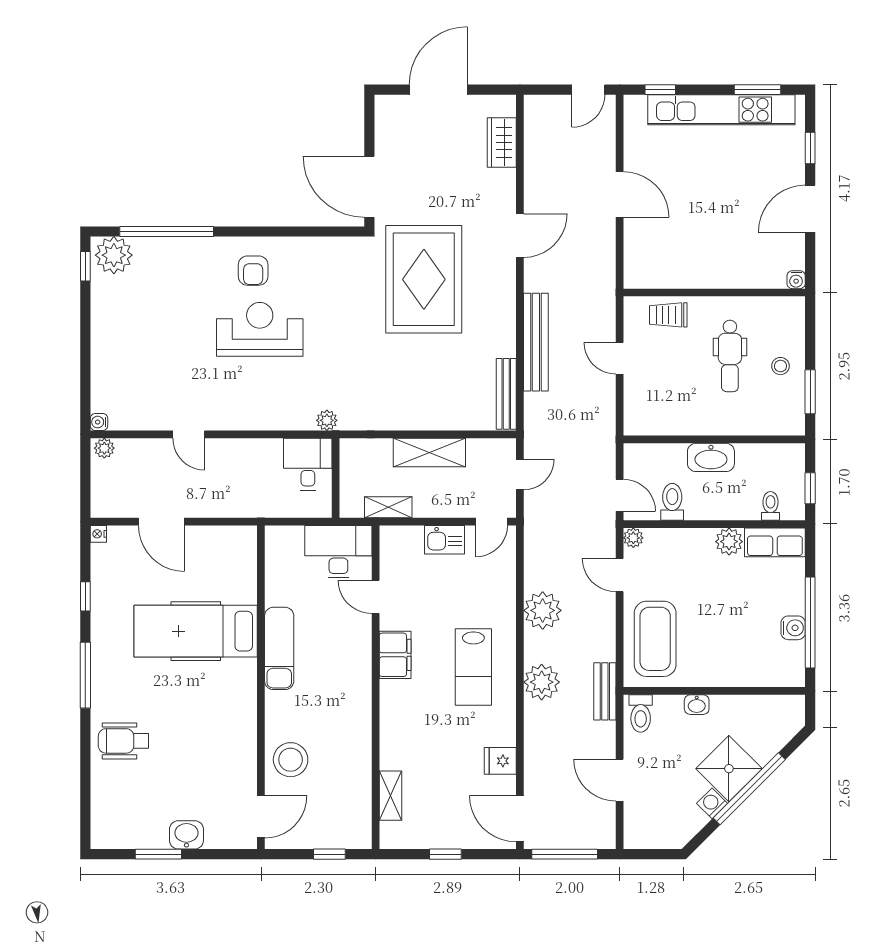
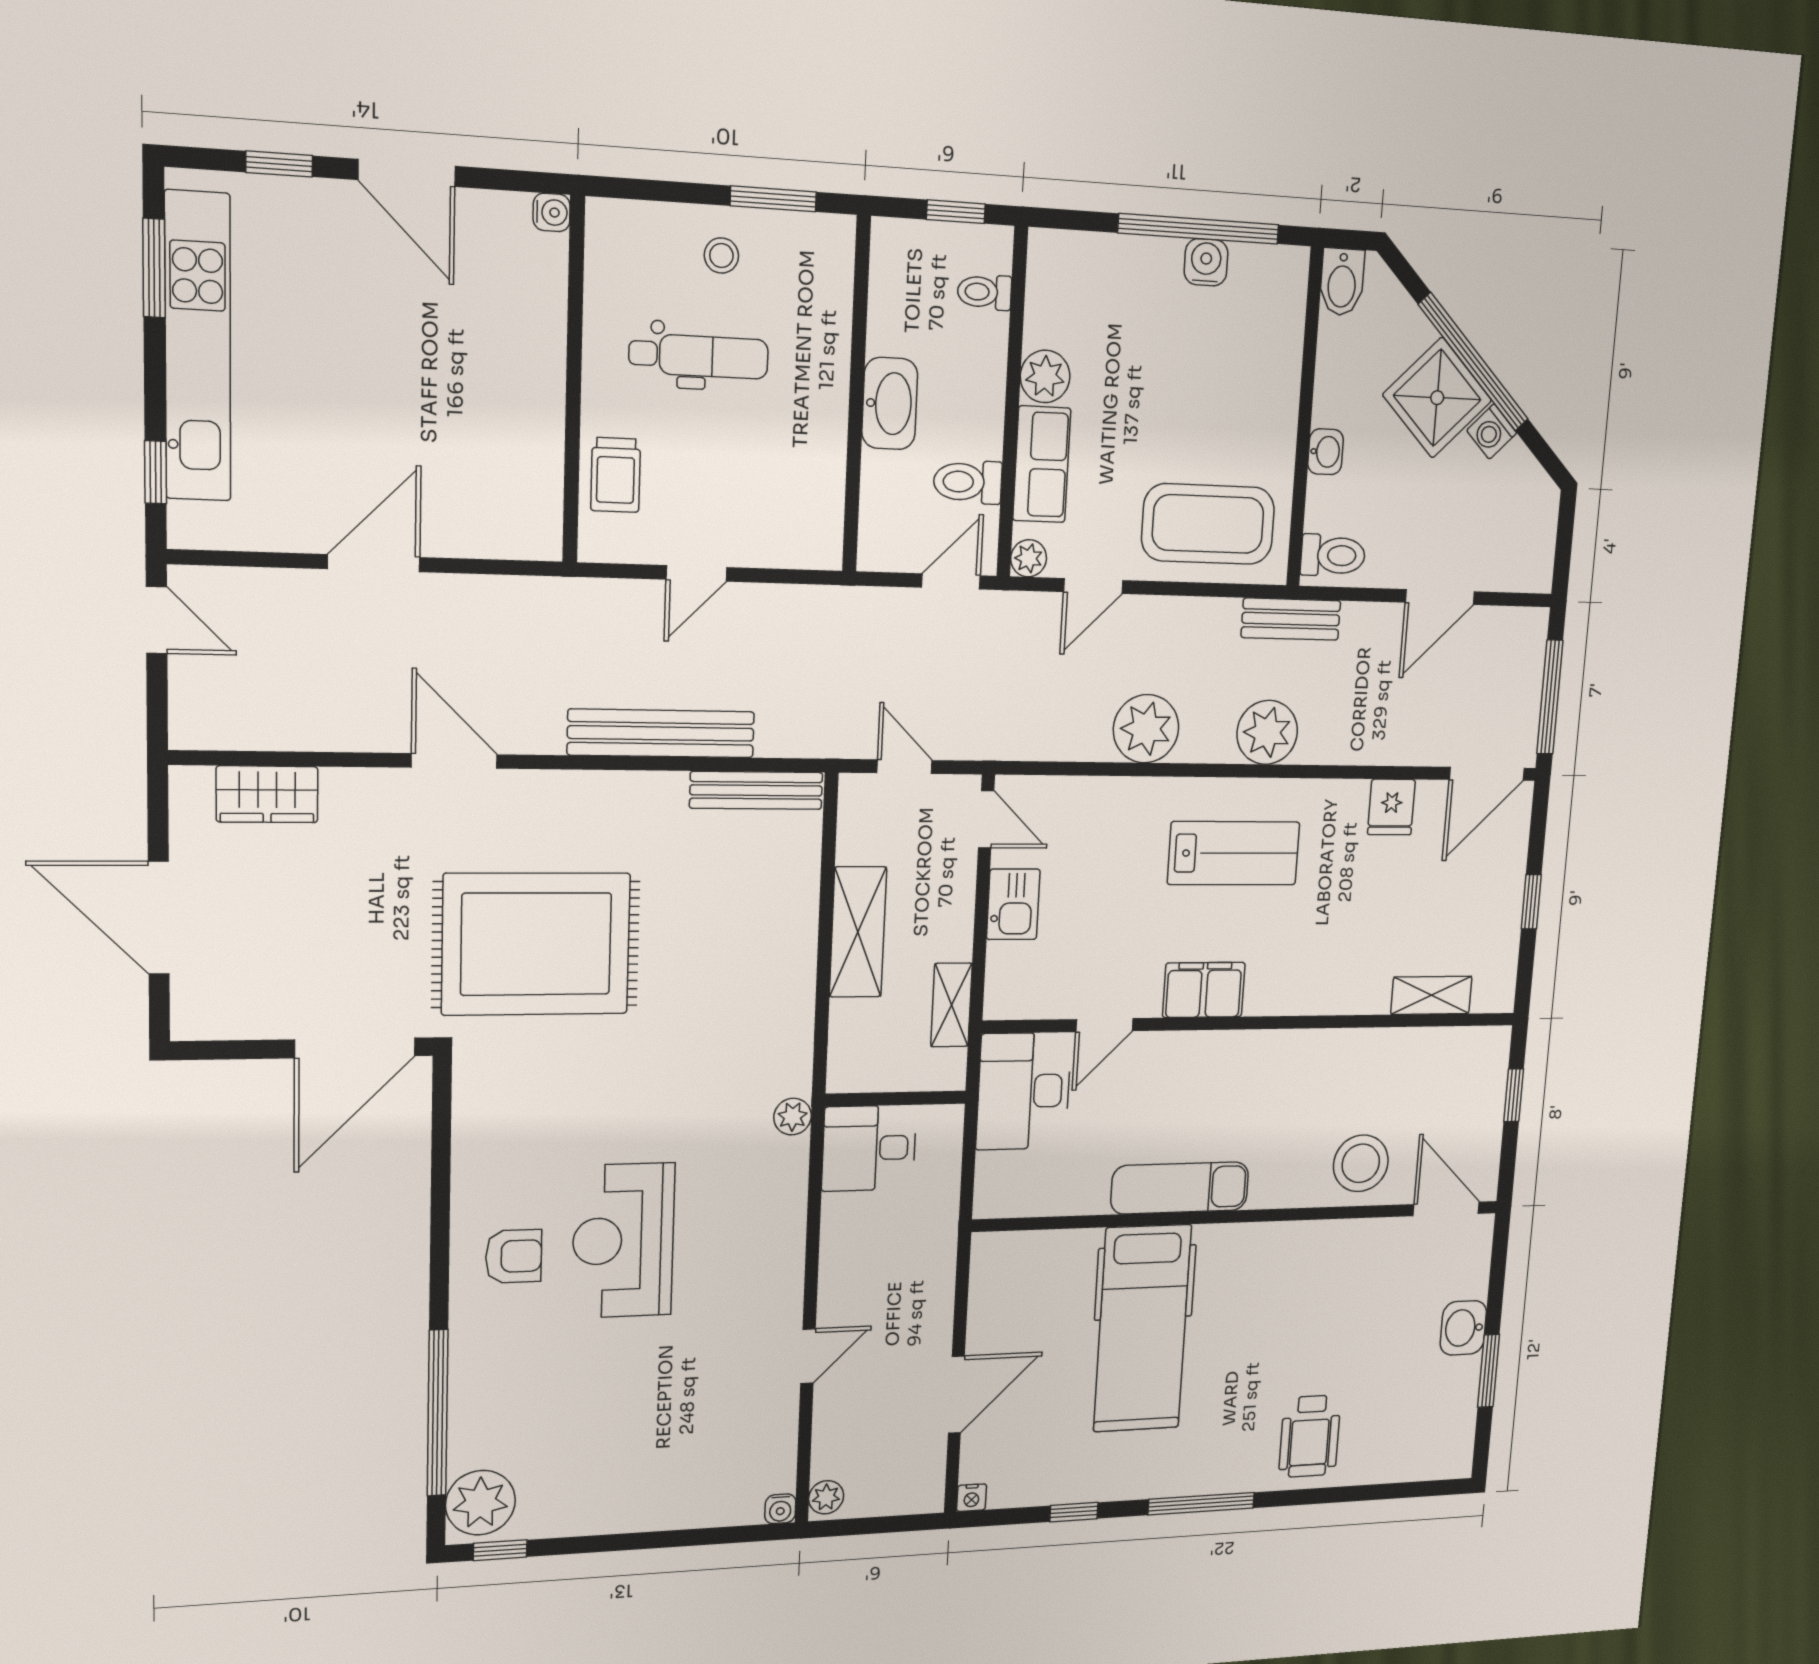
row of seats: (775, 542) -> (1042, 464), moved
bidet: (788, 707) -> (1342, 282), added

